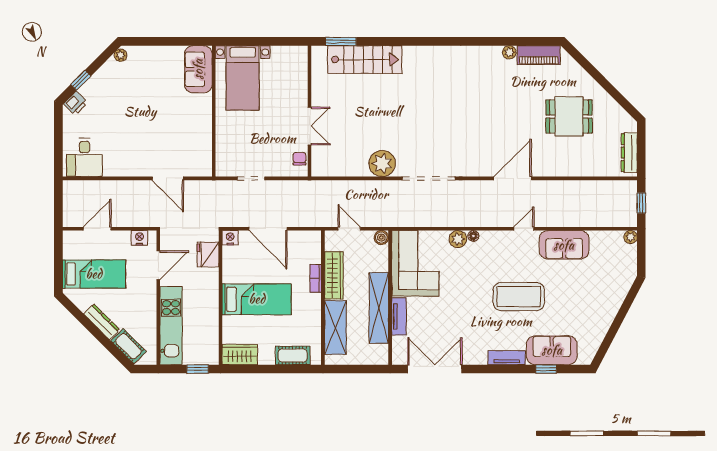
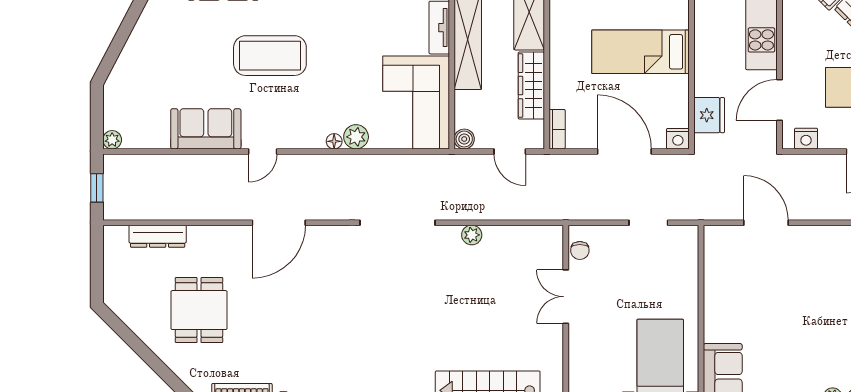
dining table: (569, 116) -> (199, 310), turned 90
dresser: (629, 153) -> (158, 236), moved, turned 90
plant: (382, 163) -> (472, 235), width x0.53, depth x0.53
bookcase: (316, 278) -> (557, 129), moved

